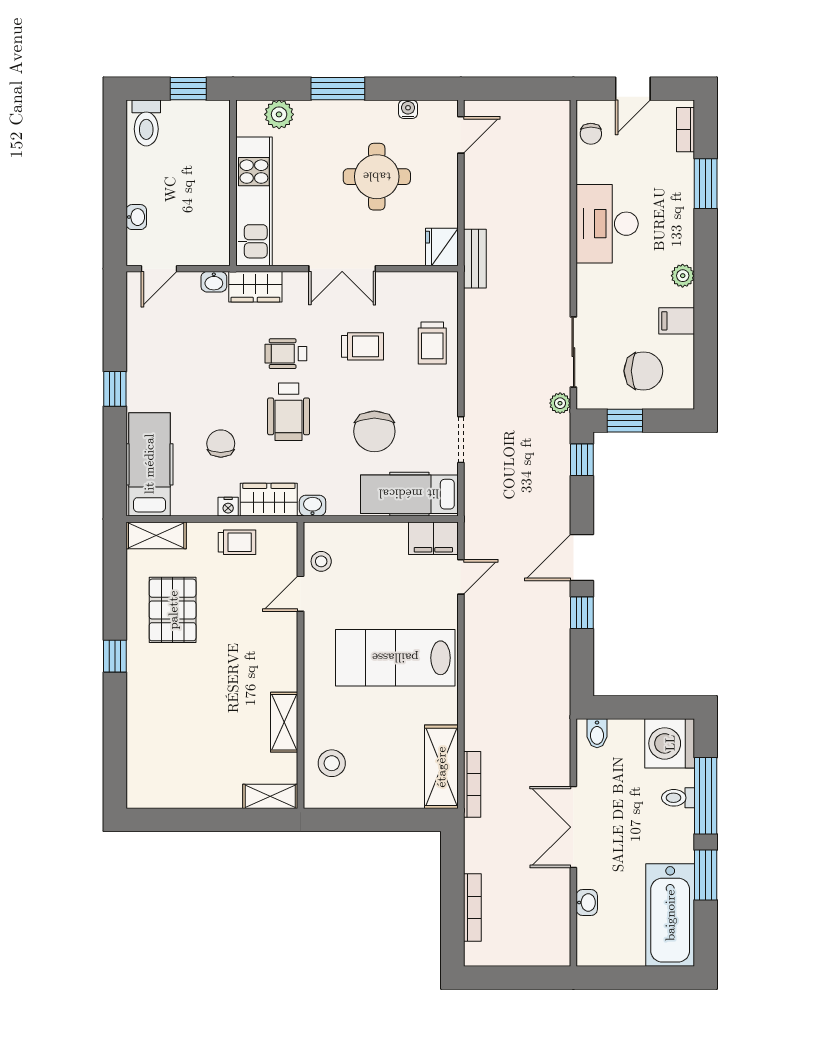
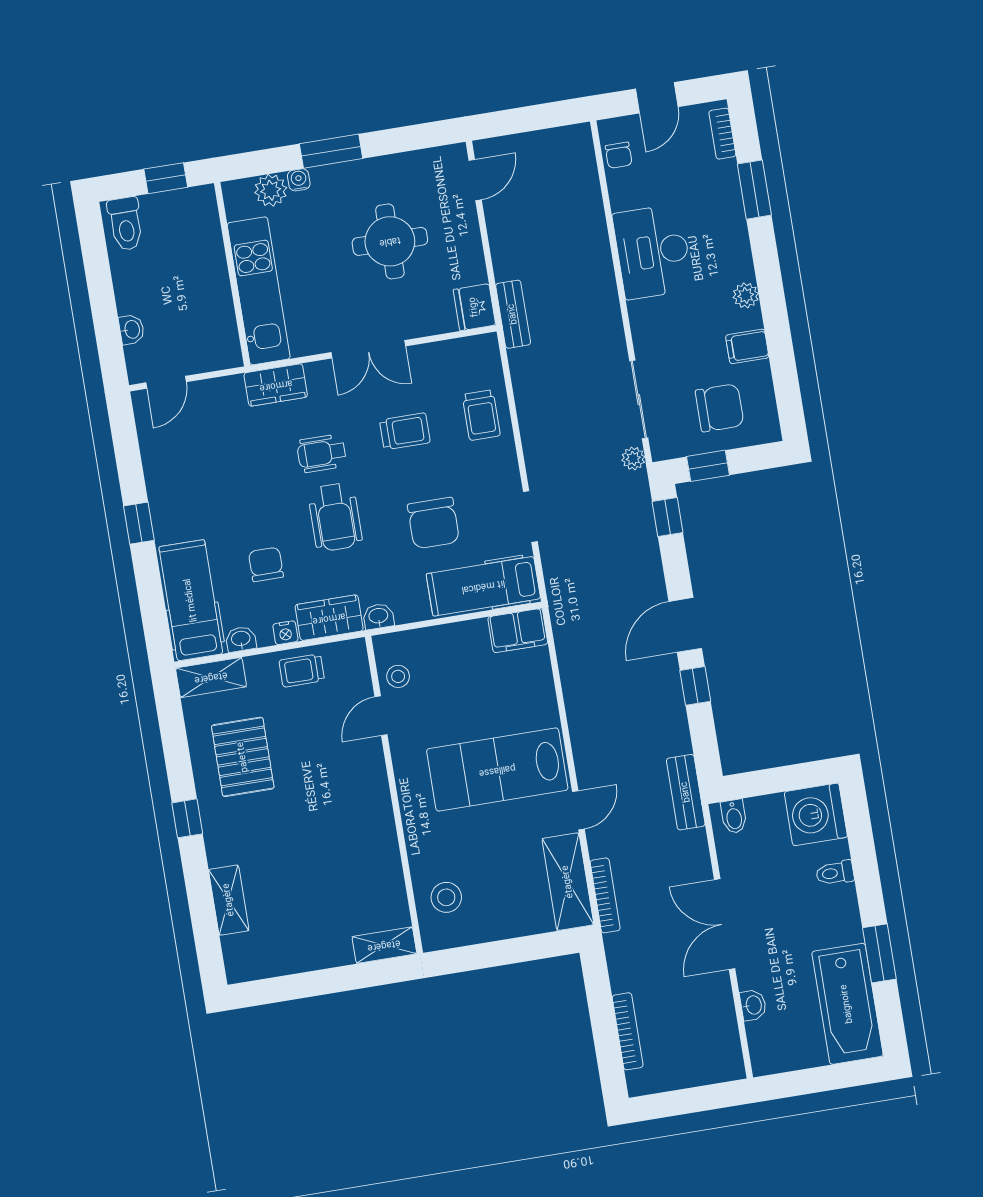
water cooler: (408, 109) -> (299, 180), moved
washbasin: (214, 282) -> (241, 639), moved, turned 180
trolley: (237, 542) -> (302, 670), turned 180
door: (461, 577) -> (578, 810), moved
bench: (558, 705) -> (686, 792), added
shelving: (284, 722) -> (229, 900), moved
window: (706, 796) -> (865, 866), removed

